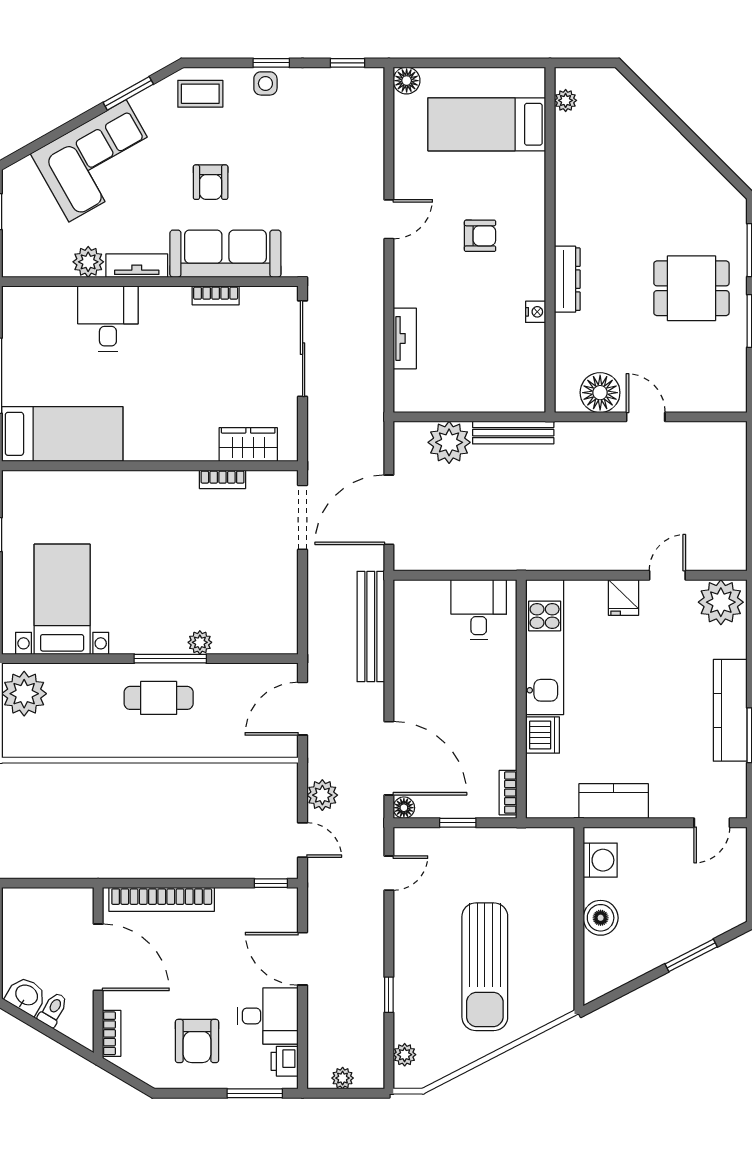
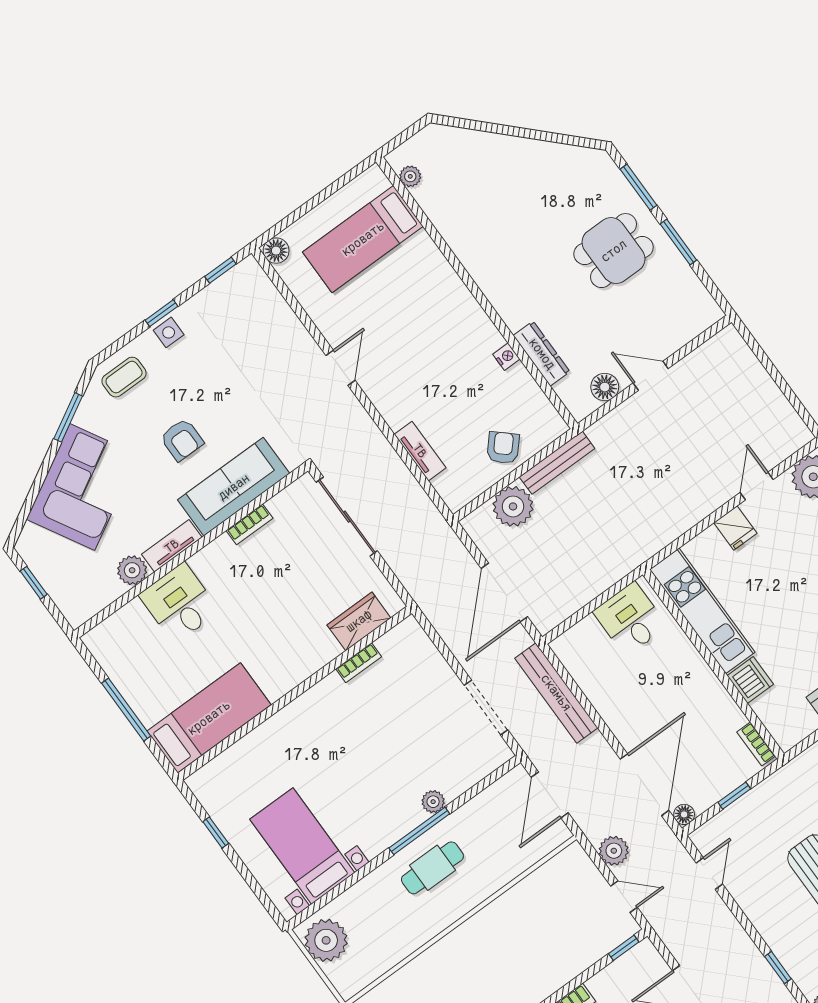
armchair: (480, 236) -> (503, 448), moved, turned -48
dresser: (567, 279) -> (542, 354), moved
floor lamp: (600, 393) -> (605, 387), width x0.73, depth x0.73
doorway: (303, 517) -> (486, 708), moved
door: (389, 758) -> (645, 785), hinge flipped

